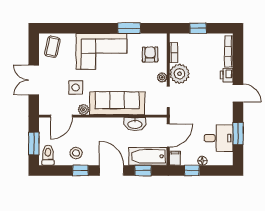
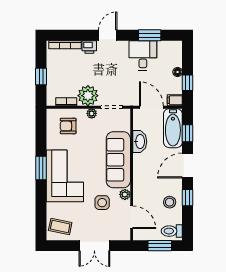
window: (129, 28) -> (41, 168), moved
desk: (219, 138) -> (143, 55), moved

